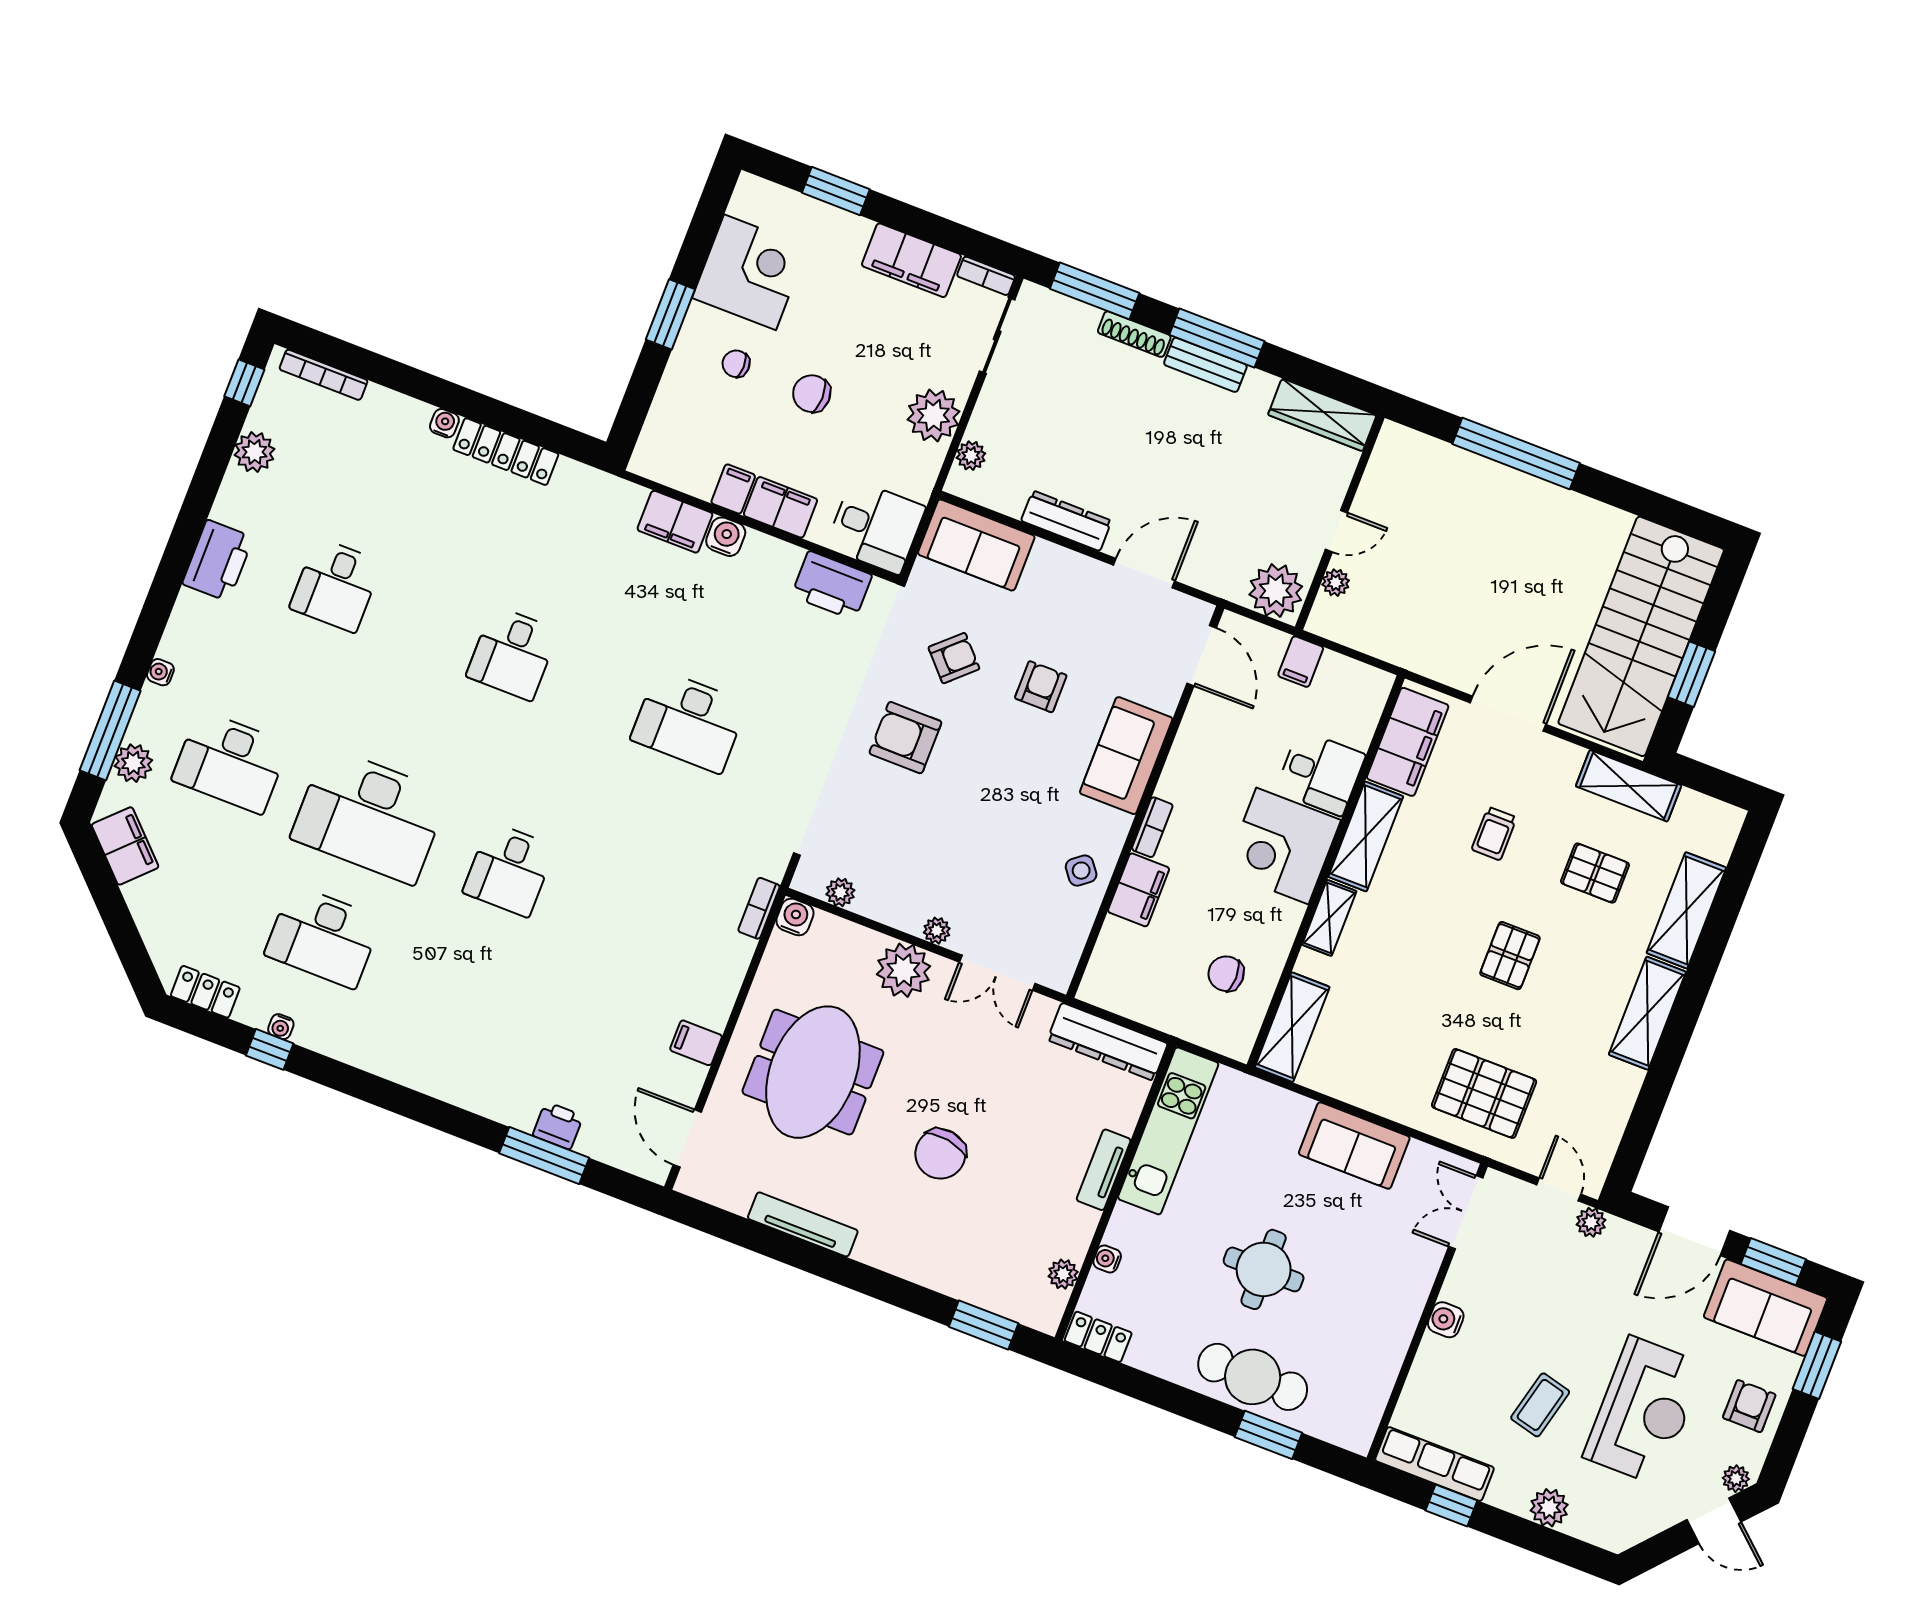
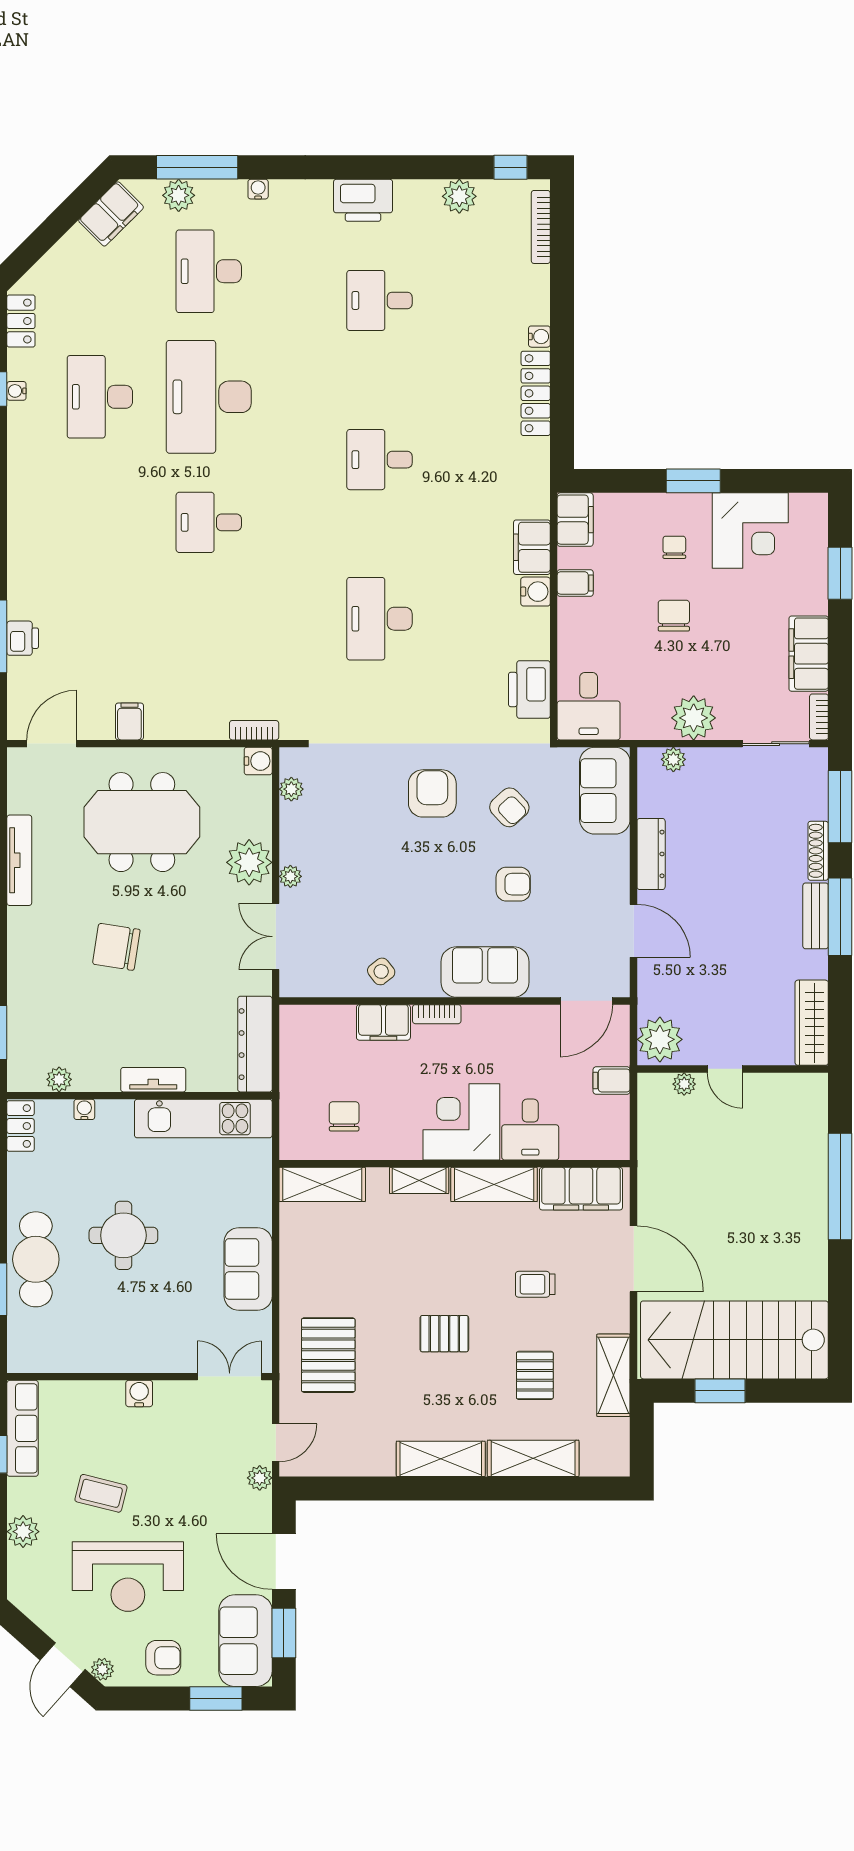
filing cabinet: (780, 507) -> (575, 520), moved

